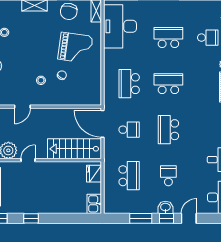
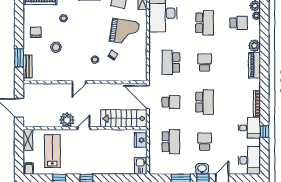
school desk: (168, 38) -> (205, 23), turned 90
school desk: (168, 84) -> (205, 62), width x0.54
school desk: (168, 130) -> (205, 102), turned 180

